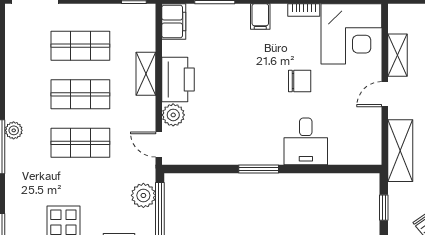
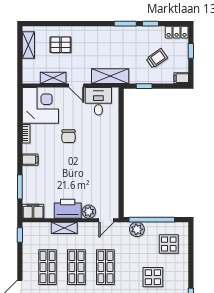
chair: (300, 81) -> (69, 136), turned 180
desk: (306, 141) -> (98, 101), moved, turned -90
window: (259, 169) -> (121, 161), removed

